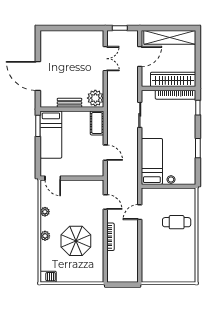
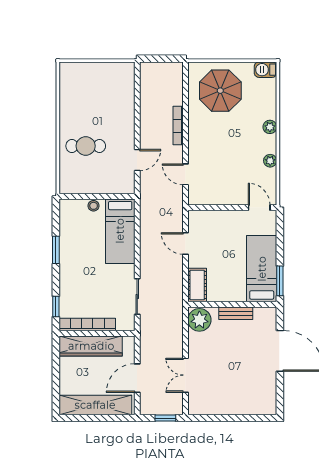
parasol: (76, 241) -> (220, 91), moved

